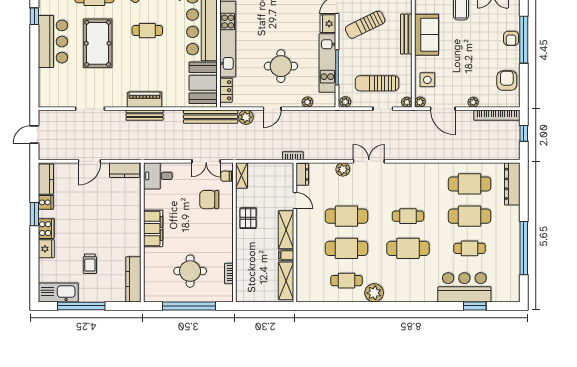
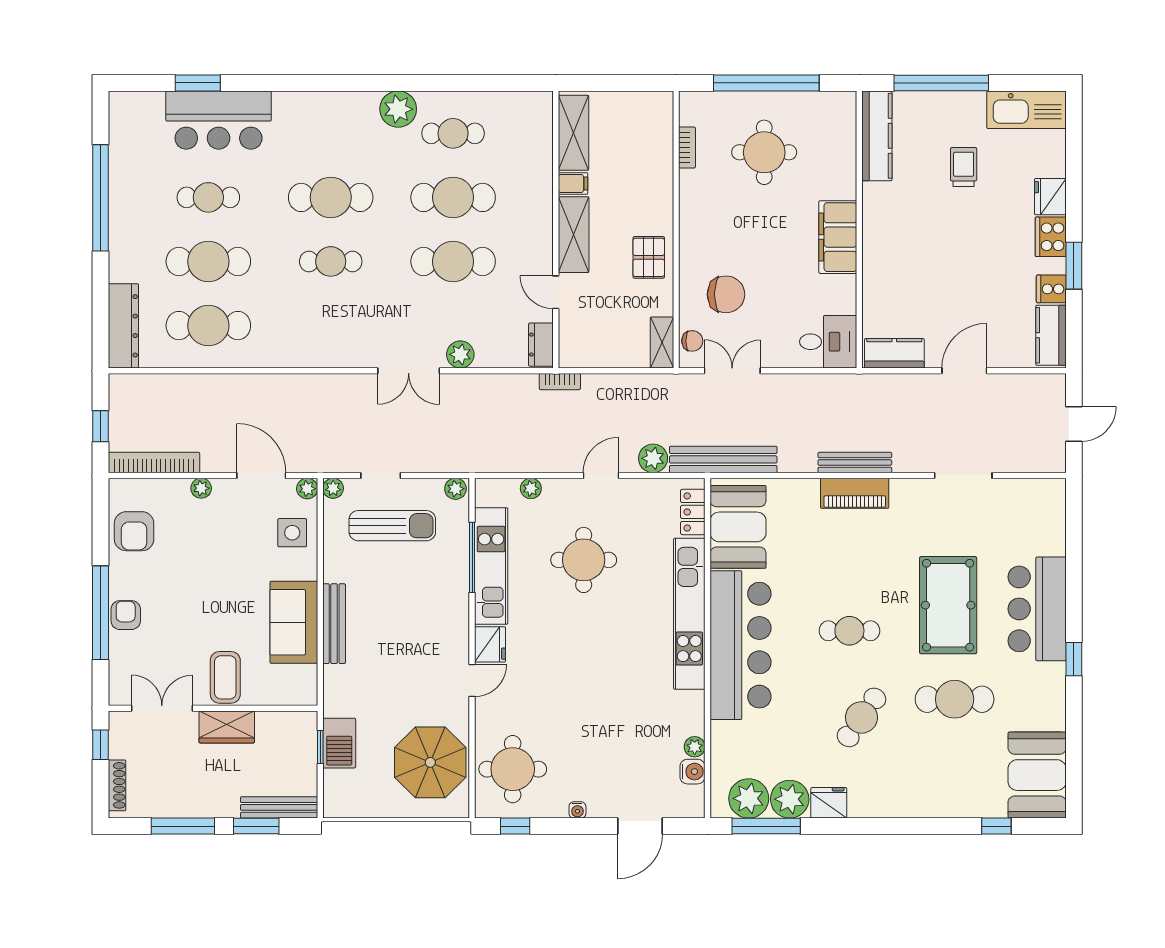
sun lounger: (365, 25) -> (416, 642), removed
window: (81, 306) -> (941, 83), moved

